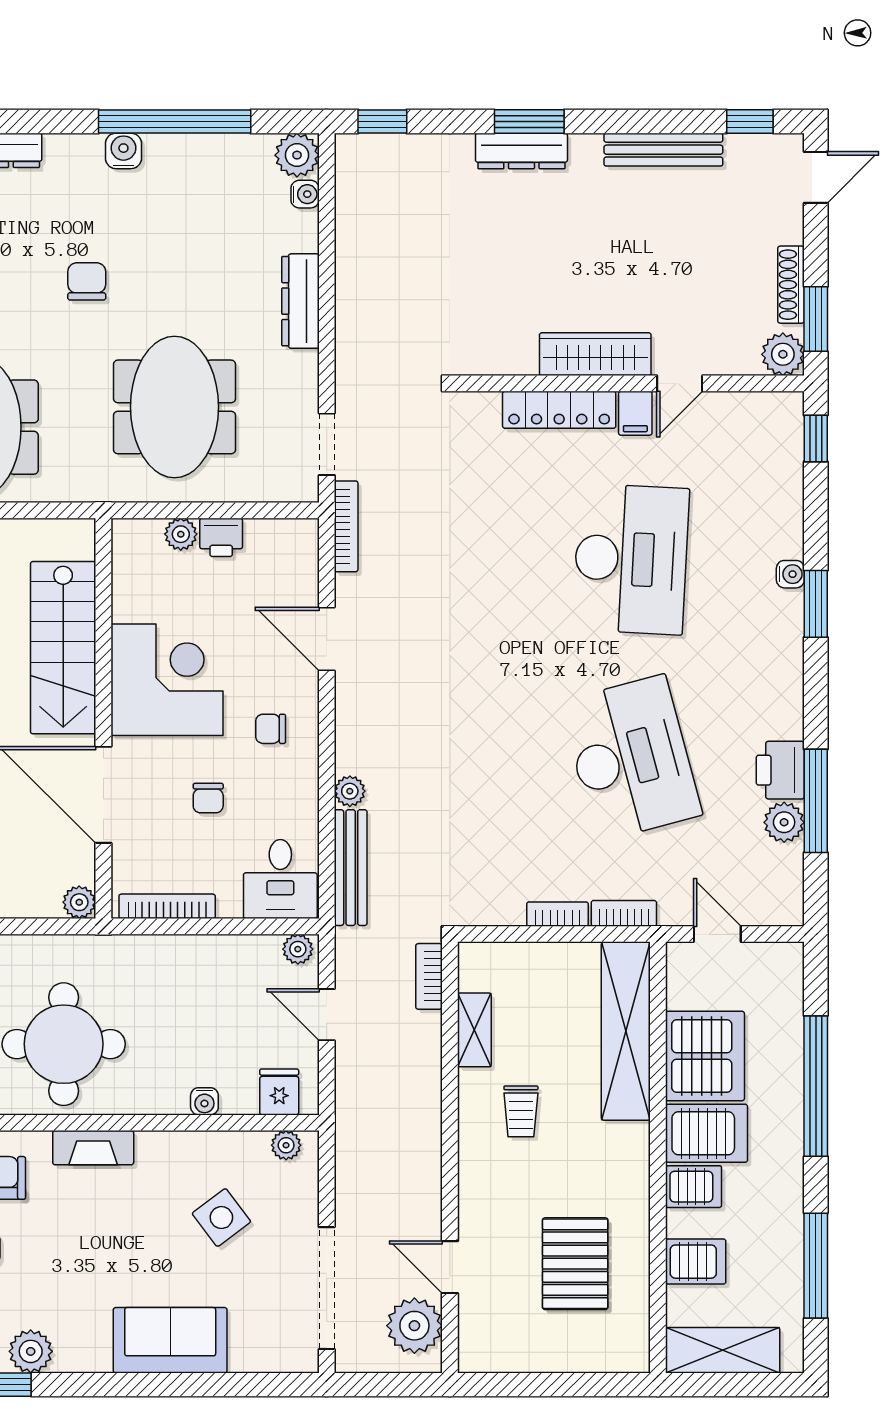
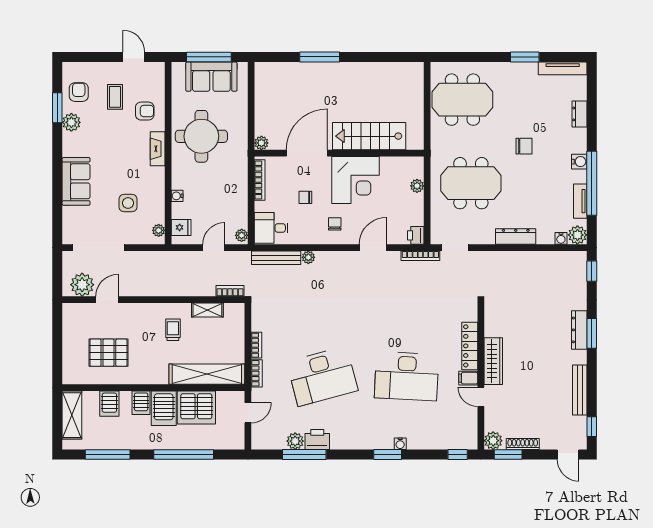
tv unit: (217, 149) -> (580, 201), added
printer: (221, 537) -> (416, 235), moved
trolley: (521, 1111) -> (173, 330), turned 90
side table: (221, 1218) -> (128, 203), turned 37

